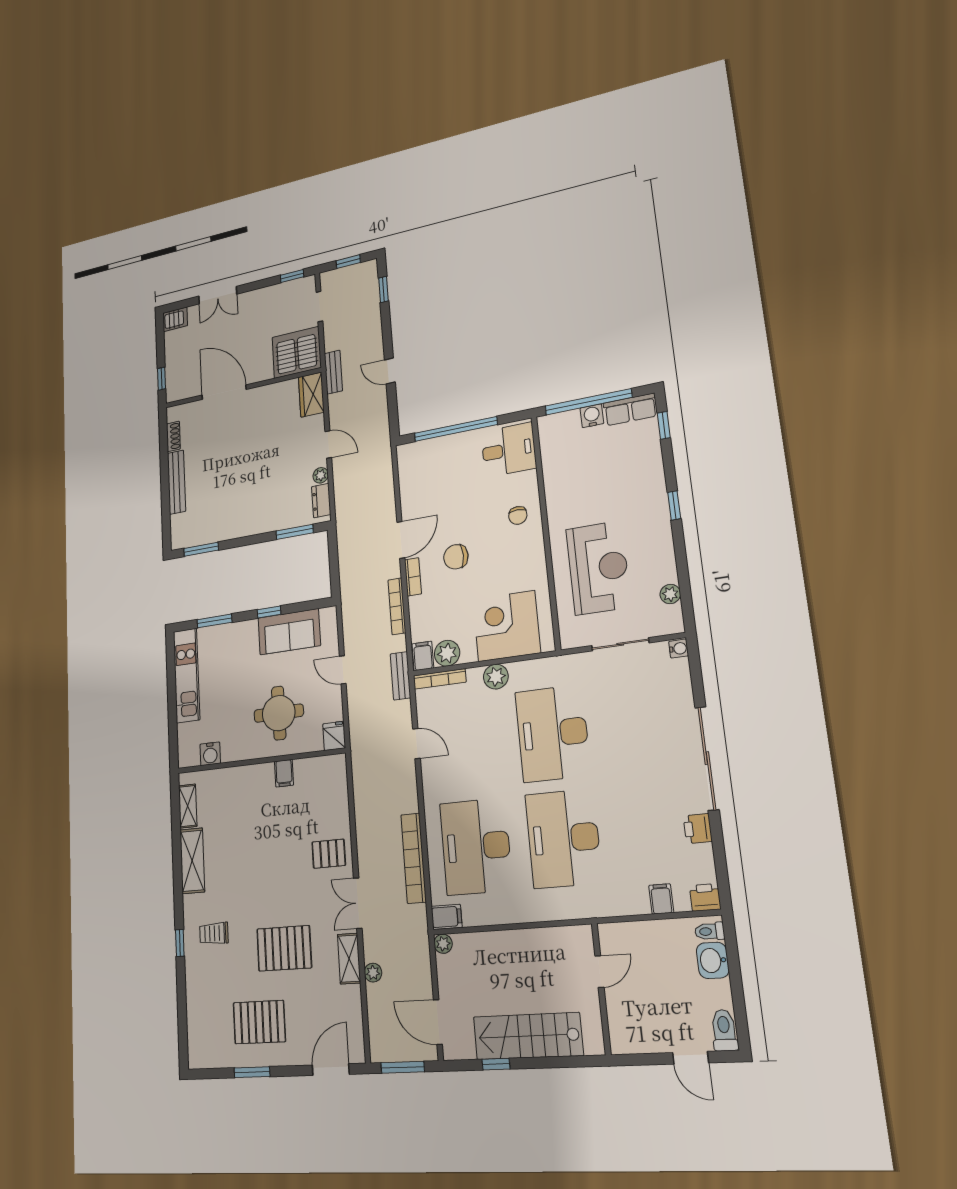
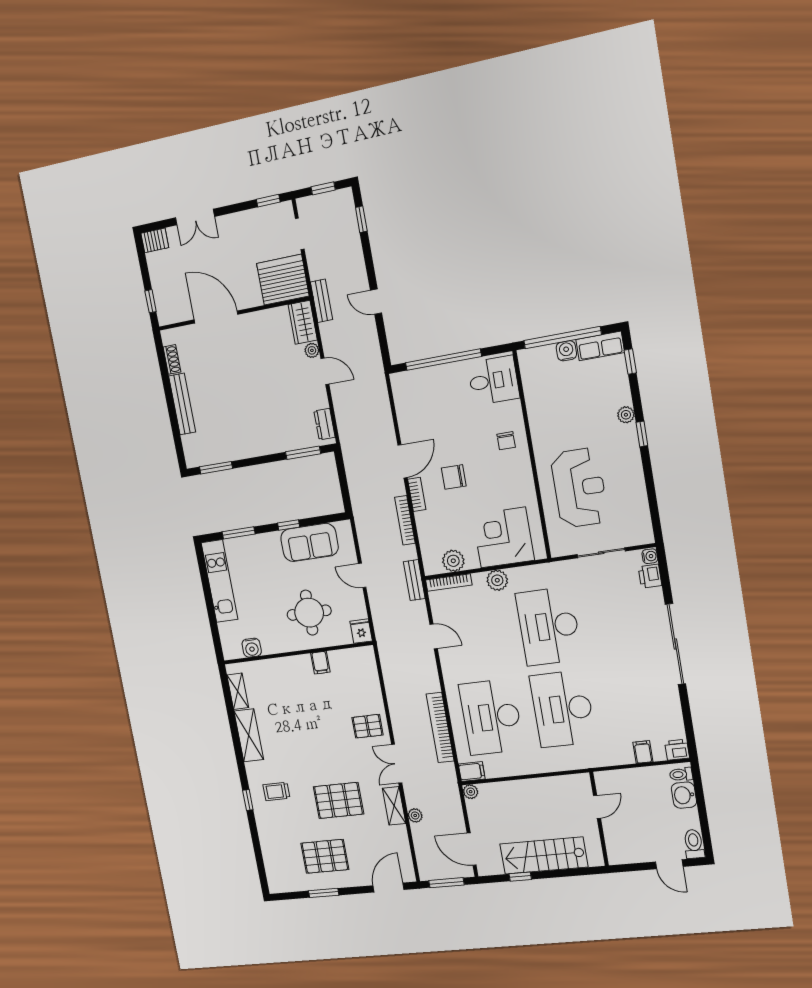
plant: (321, 475) -> (312, 350), moved
plant: (670, 594) -> (626, 415), moved
filing cabinet: (423, 656) -> (432, 563), removed
printer: (698, 829) -> (650, 576), moved

